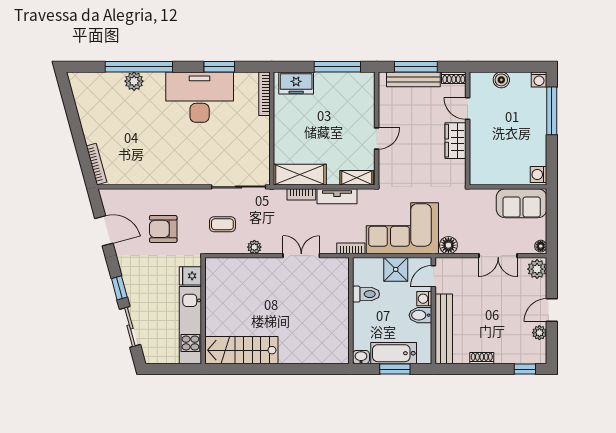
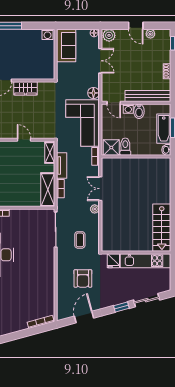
plant: (254, 247) -> (95, 209), moved
shower: (396, 269) -> (111, 148), moved

